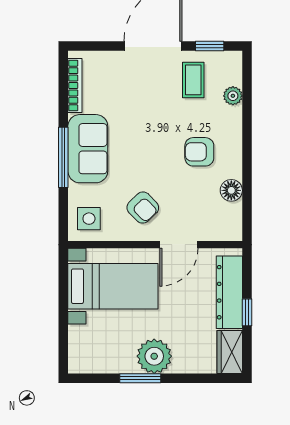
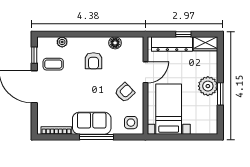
door: (179, 245) -> (145, 72), hinge flipped

